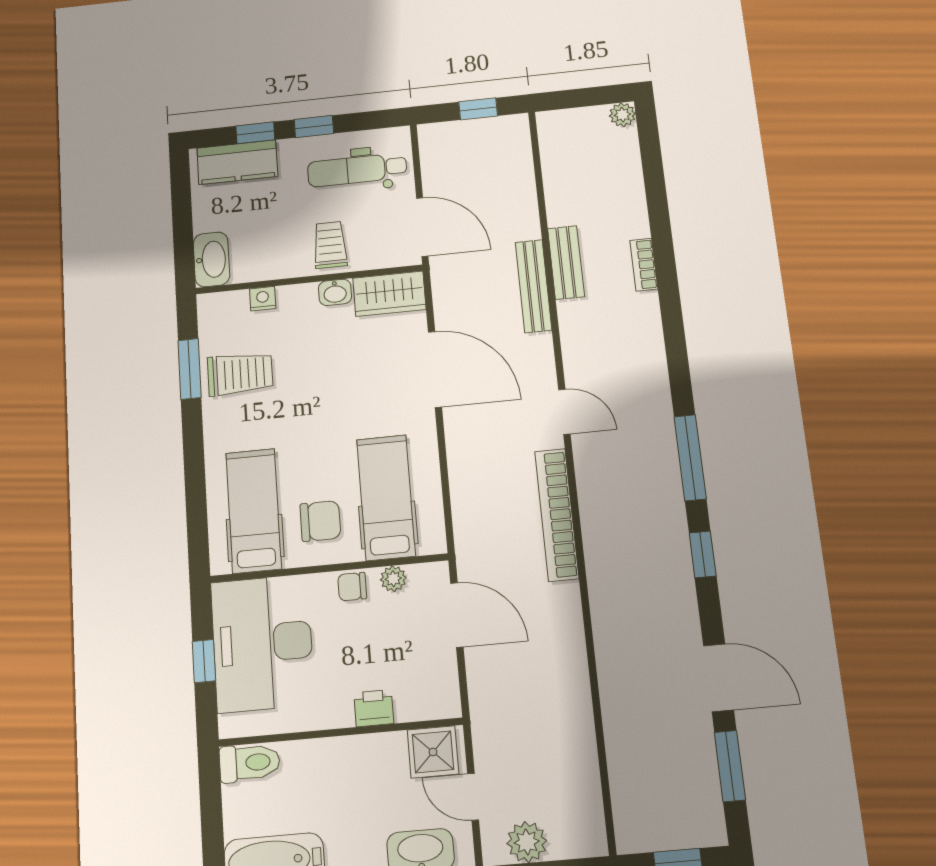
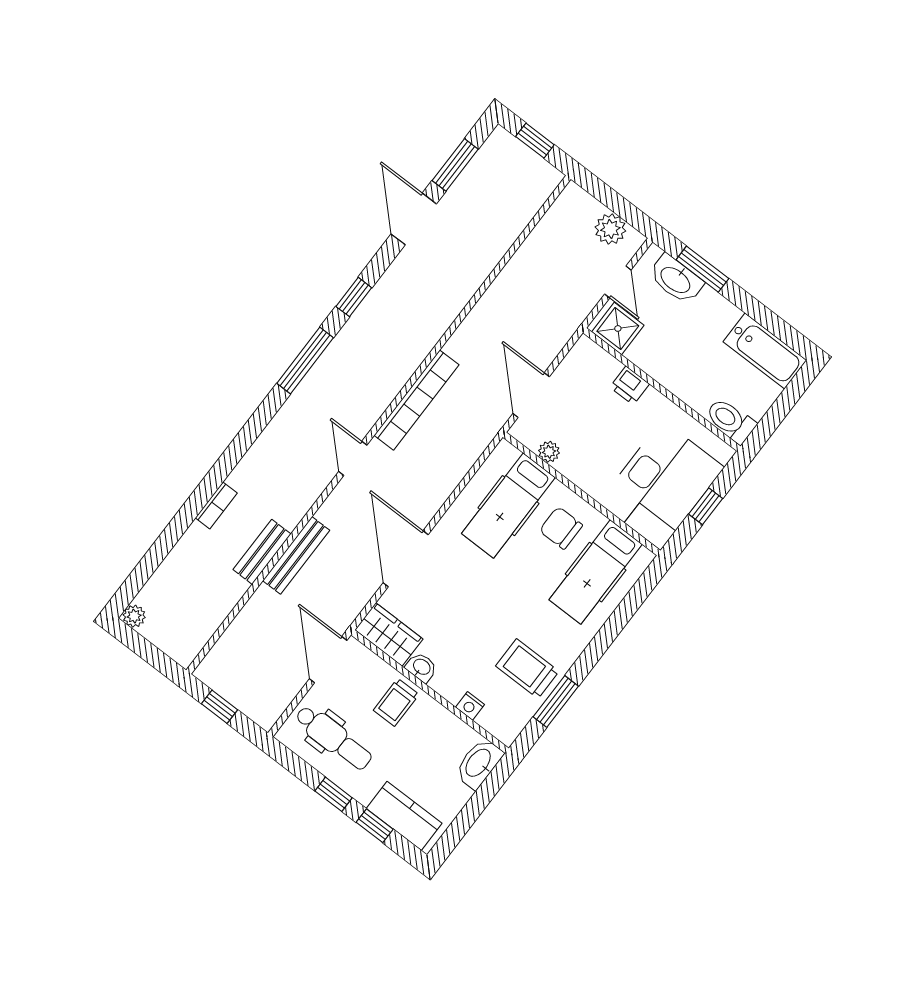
chair: (352, 587) -> (578, 470), removed

